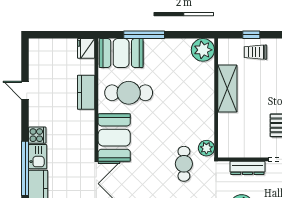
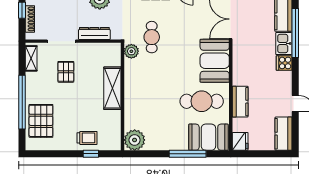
kitchen counter: (38, 57) -> (284, 134), added
shelving: (227, 89) -> (112, 88), moved

